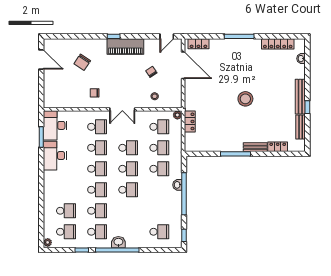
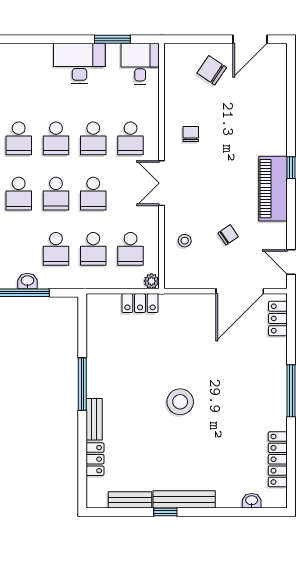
chair: (82, 62) -> (212, 70), moved
desk: (55, 125) -> (140, 64), width x0.73

